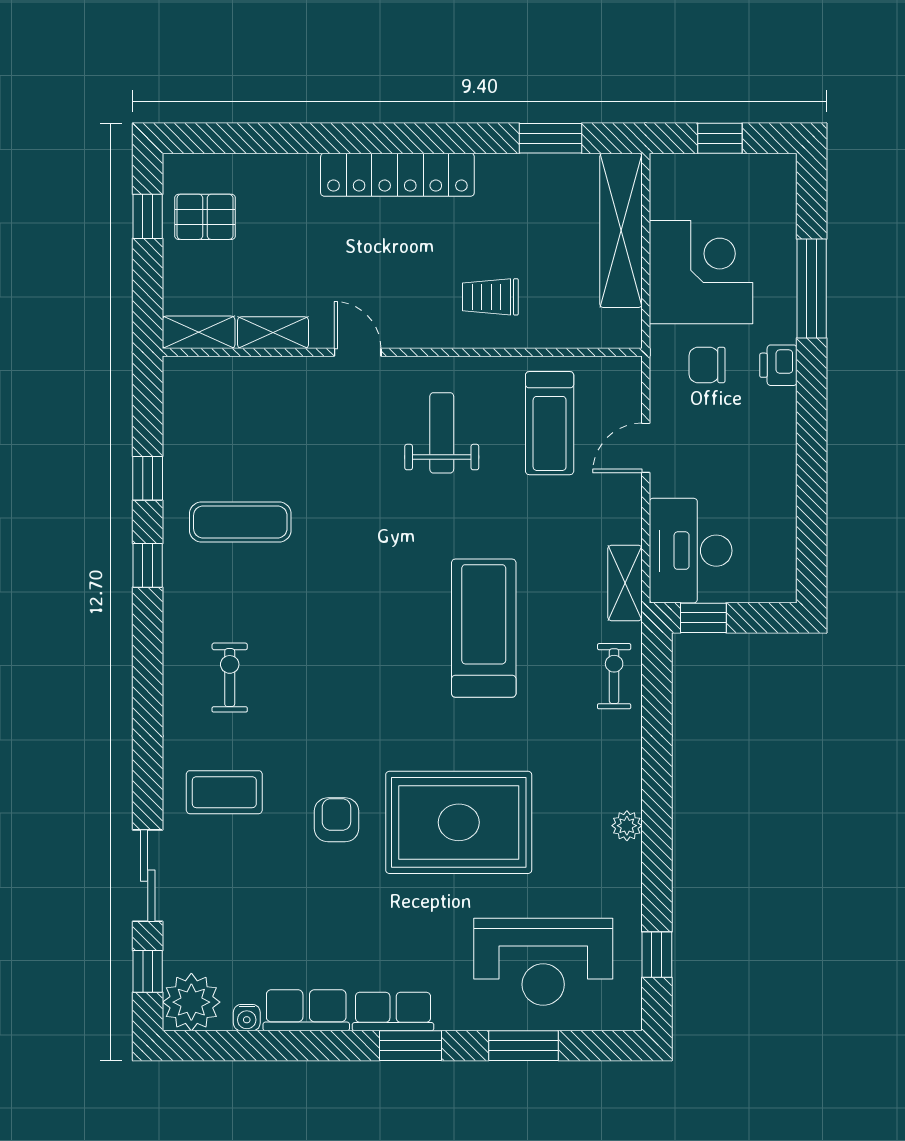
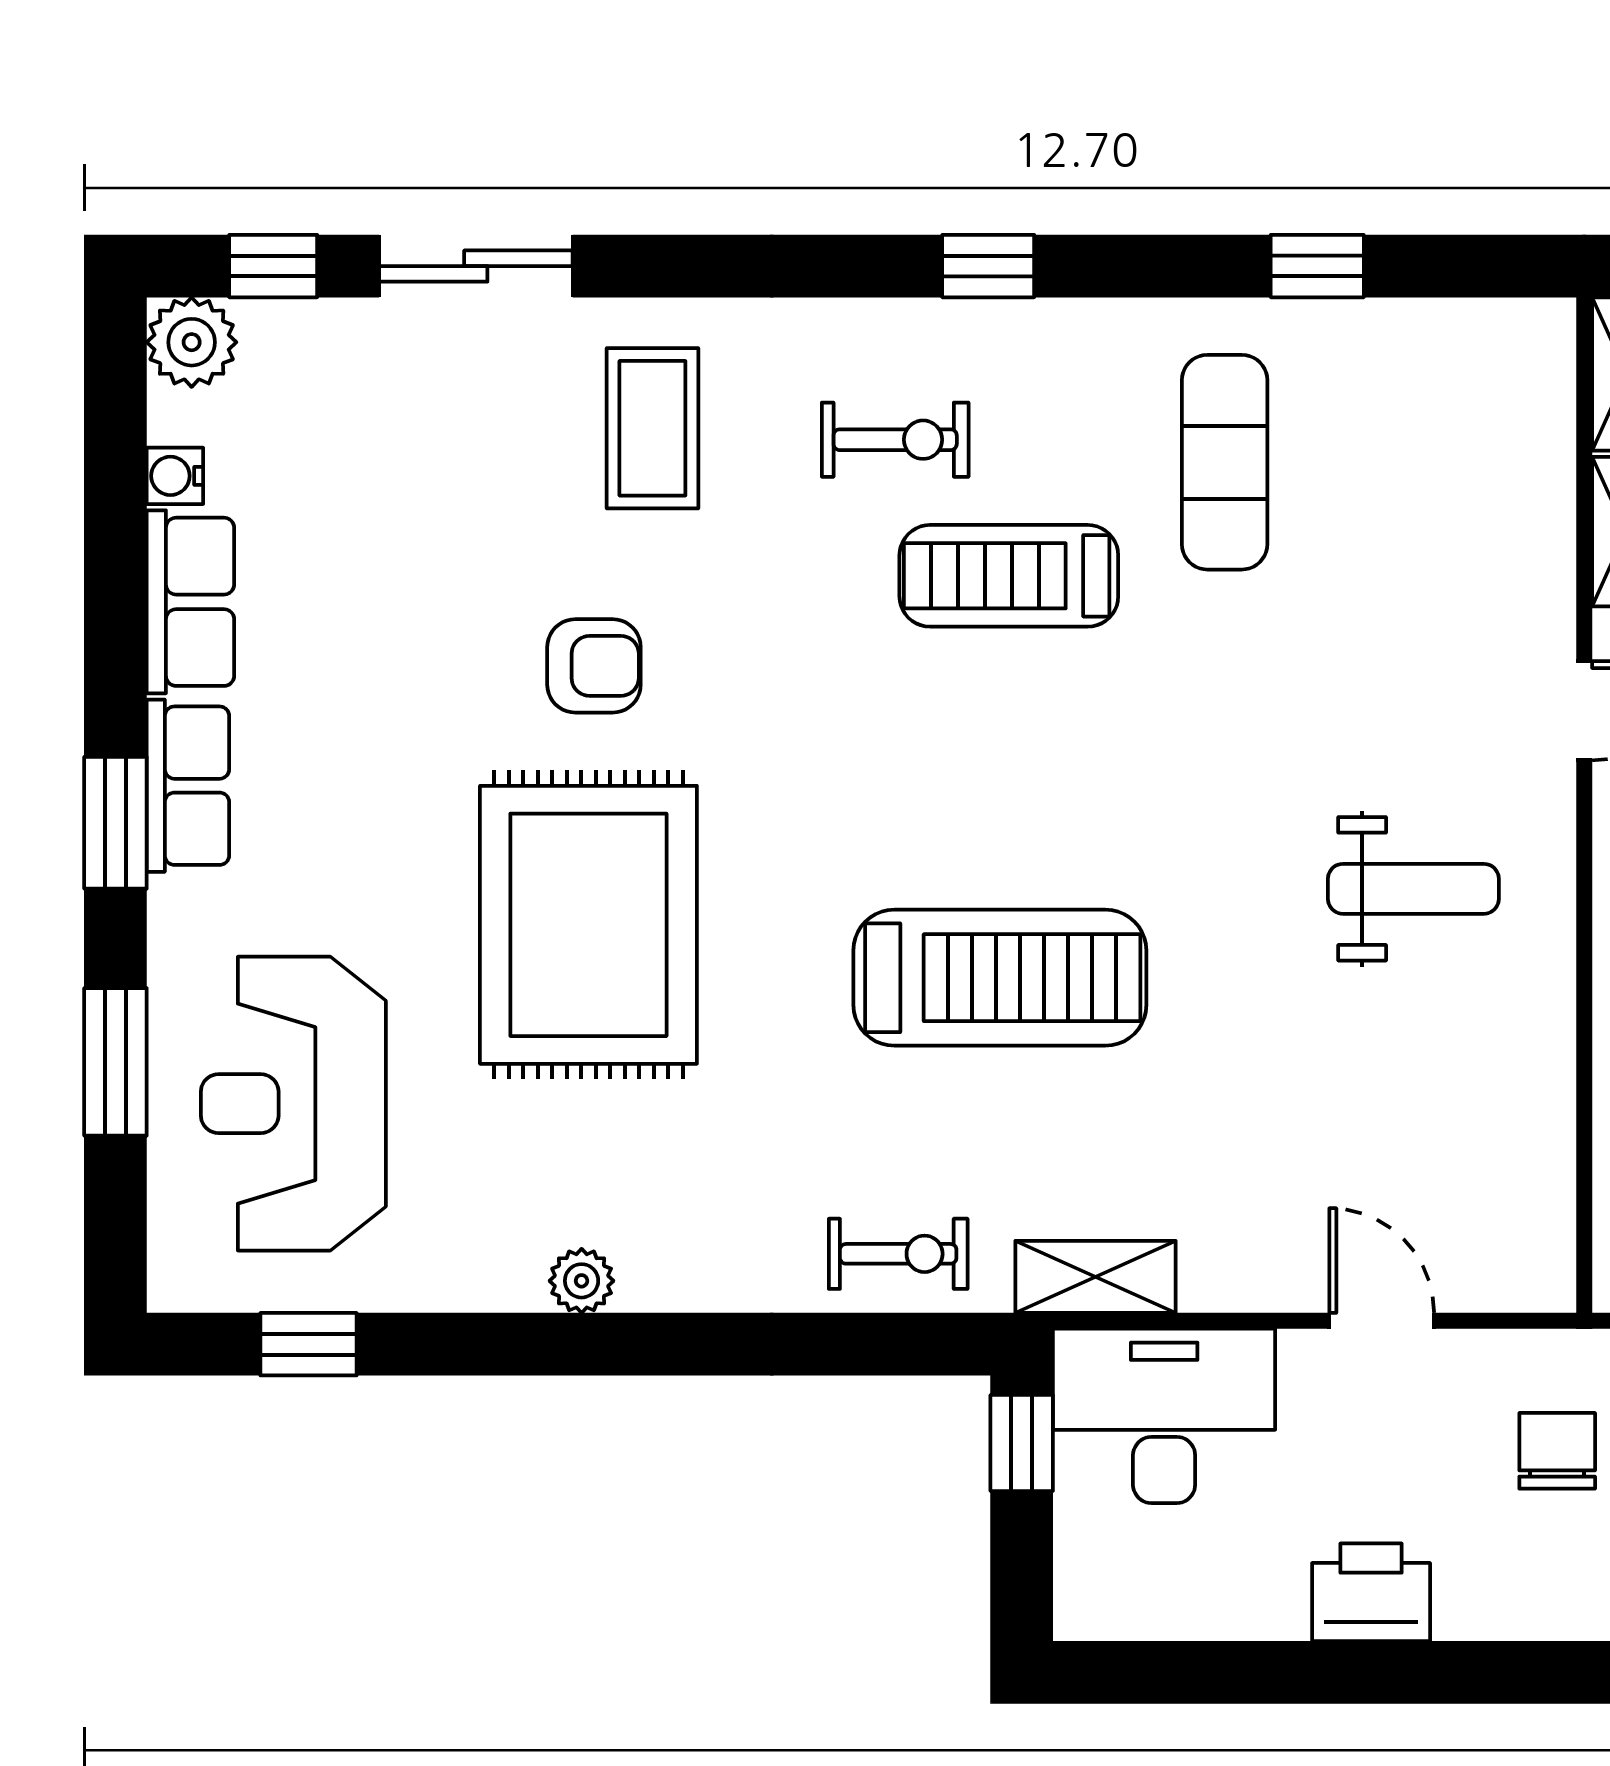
printer: (778, 365) -> (1371, 1592), moved, width x1.36, depth x1.24
treadmill: (550, 423) -> (1009, 576), moved
window: (148, 565) -> (988, 266), moved
plant: (191, 1002) -> (192, 342), width x0.73, depth x0.73

